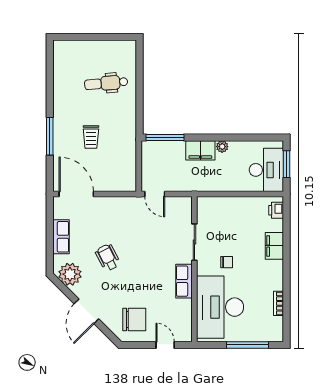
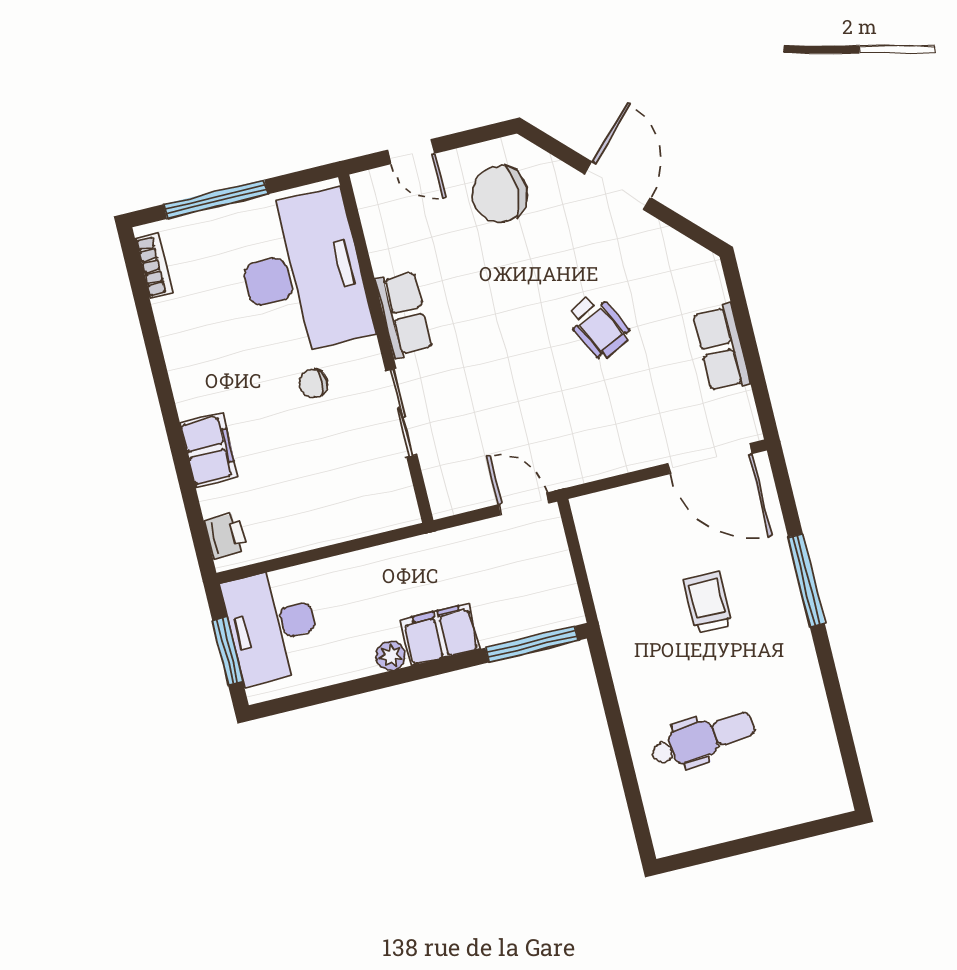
plant: (70, 274) -> (678, 264), removed
bookcase: (279, 303) -> (154, 266), moved

